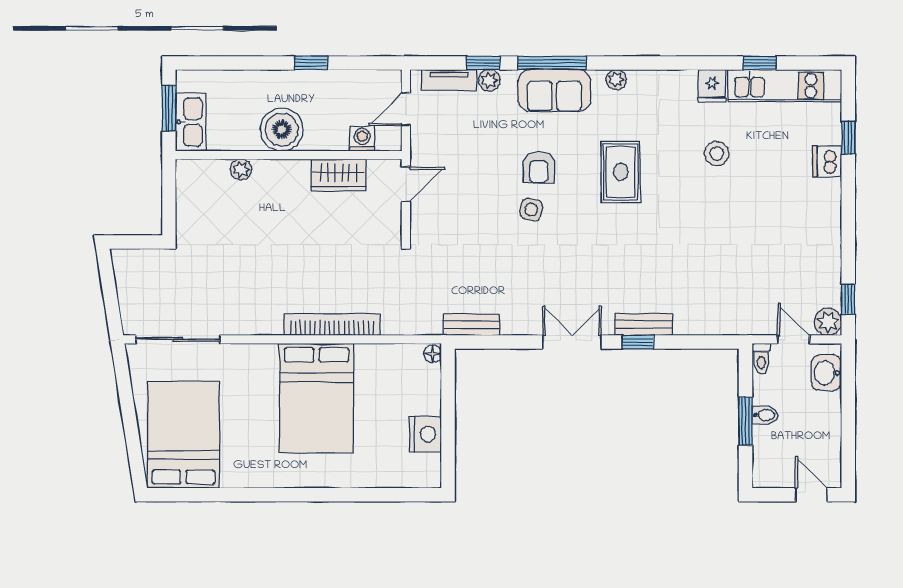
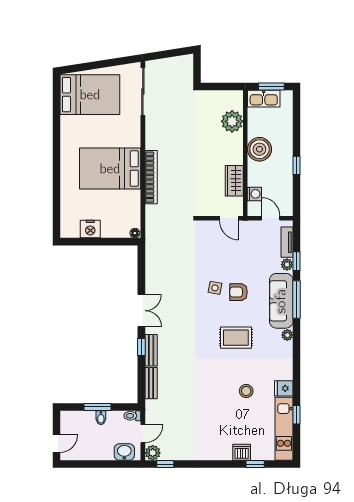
sofa: (554, 91) -> (281, 301), width x1.36
plant: (241, 170) -> (232, 121), width x1.88, depth x1.88
bench: (472, 325) -> (151, 383), moved

